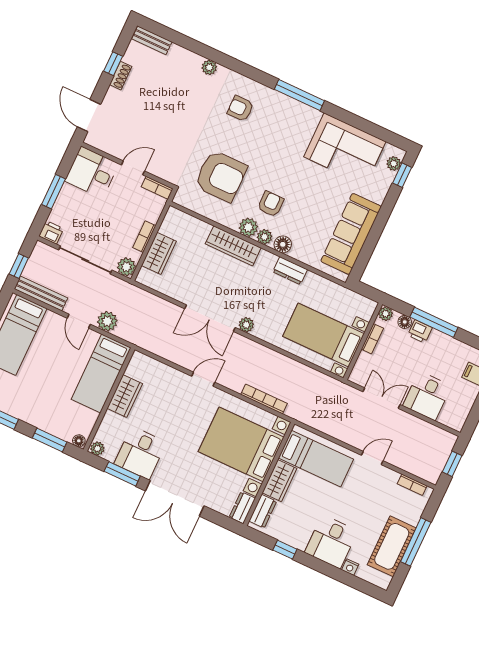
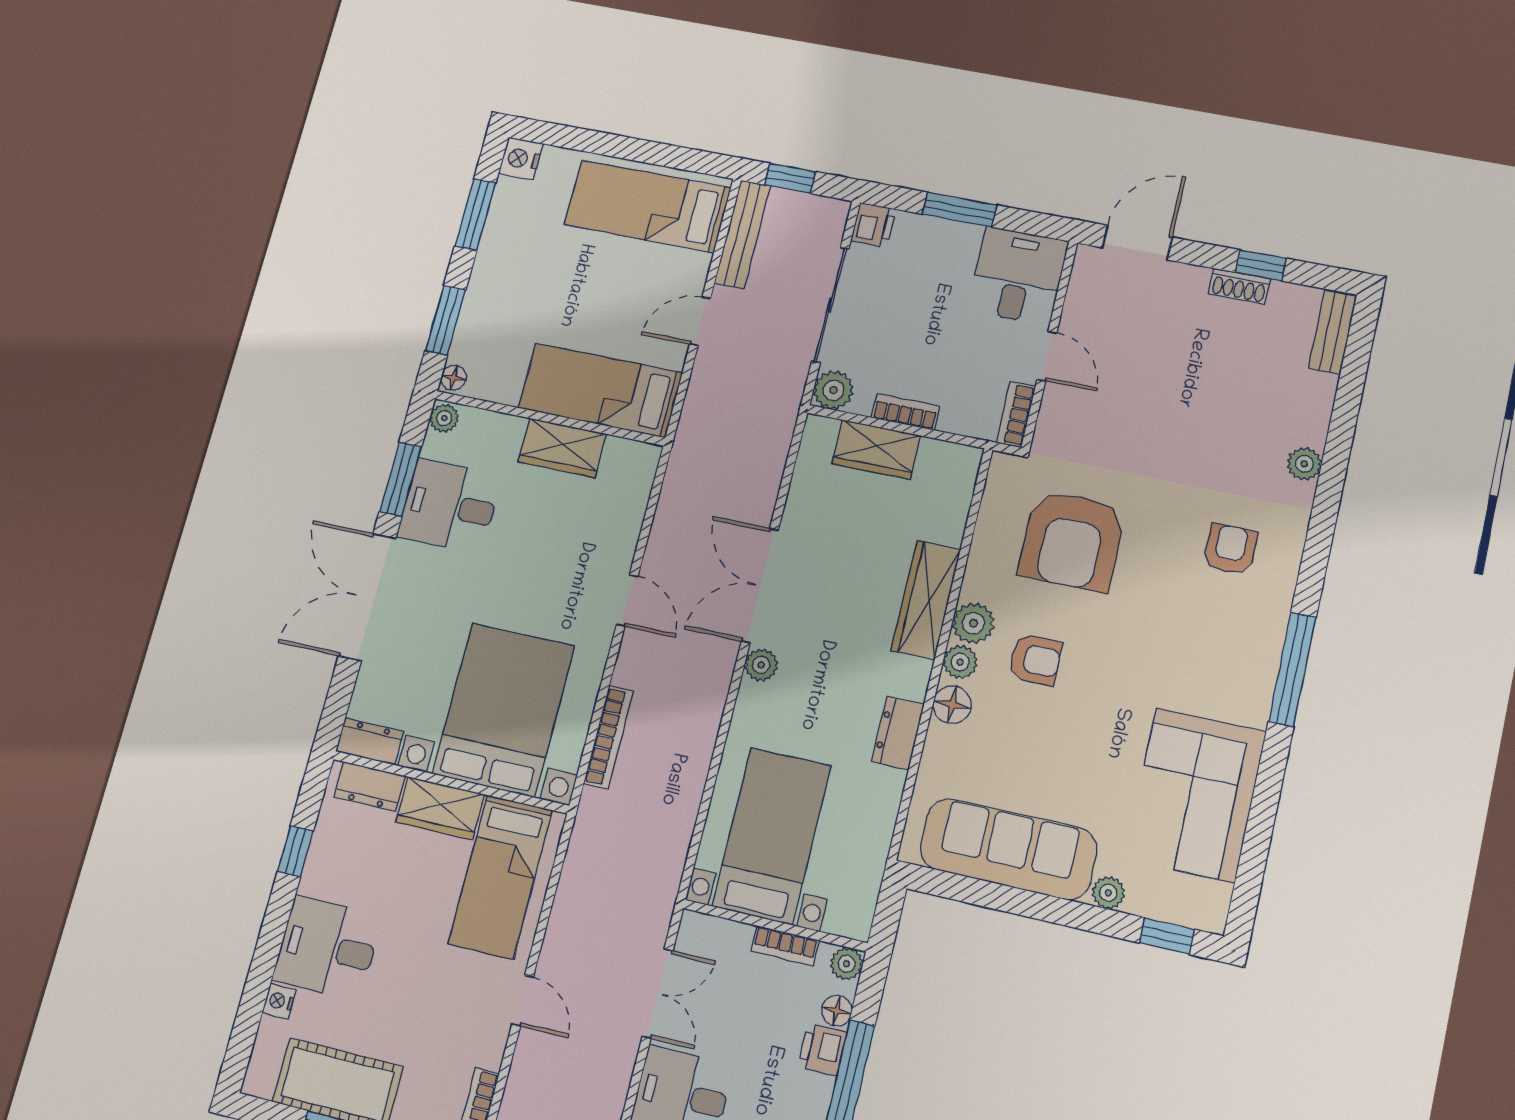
plant: (394, 164) -> (1108, 893), moved
plant: (107, 321) -> (711, 378), removed

